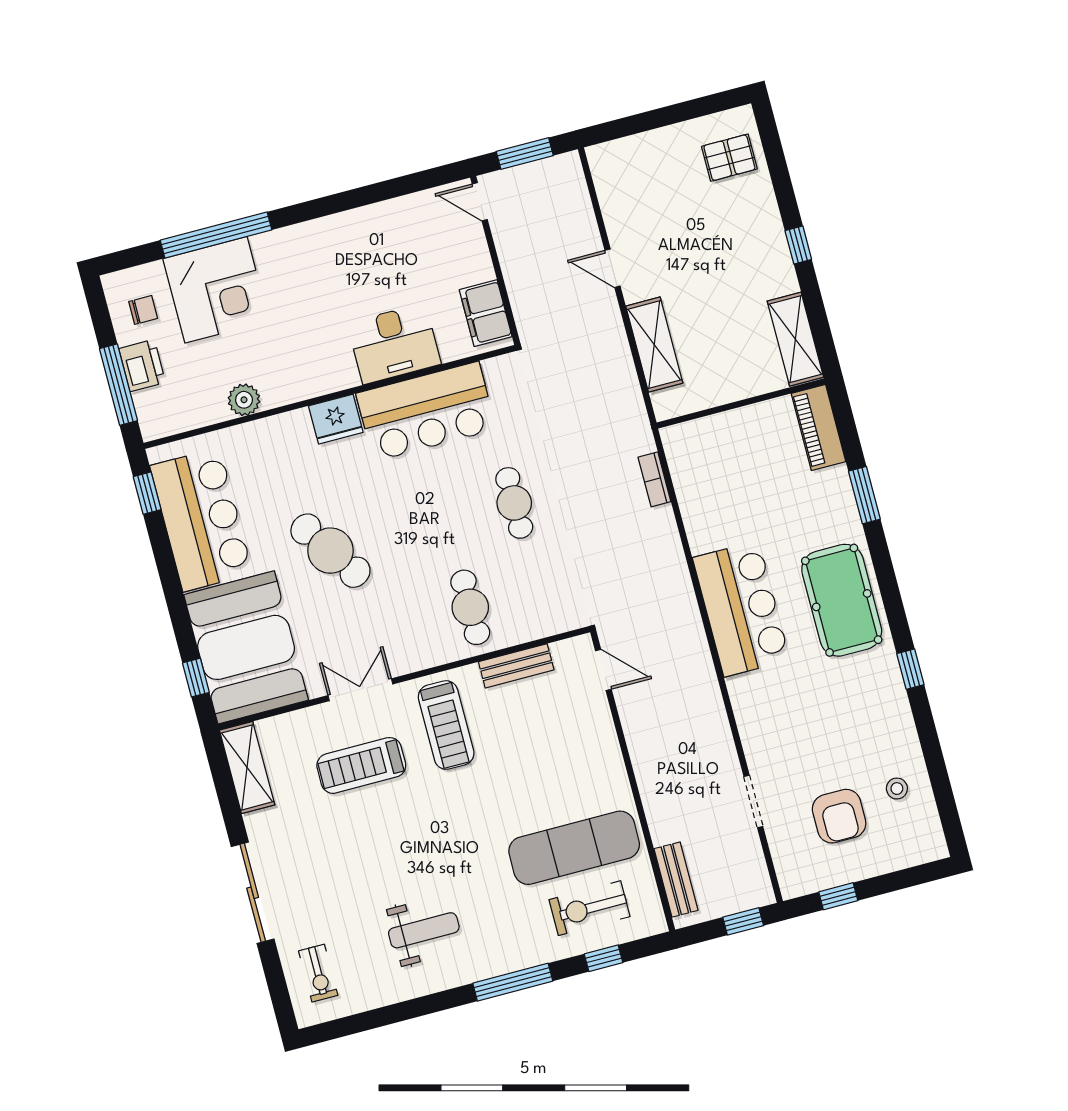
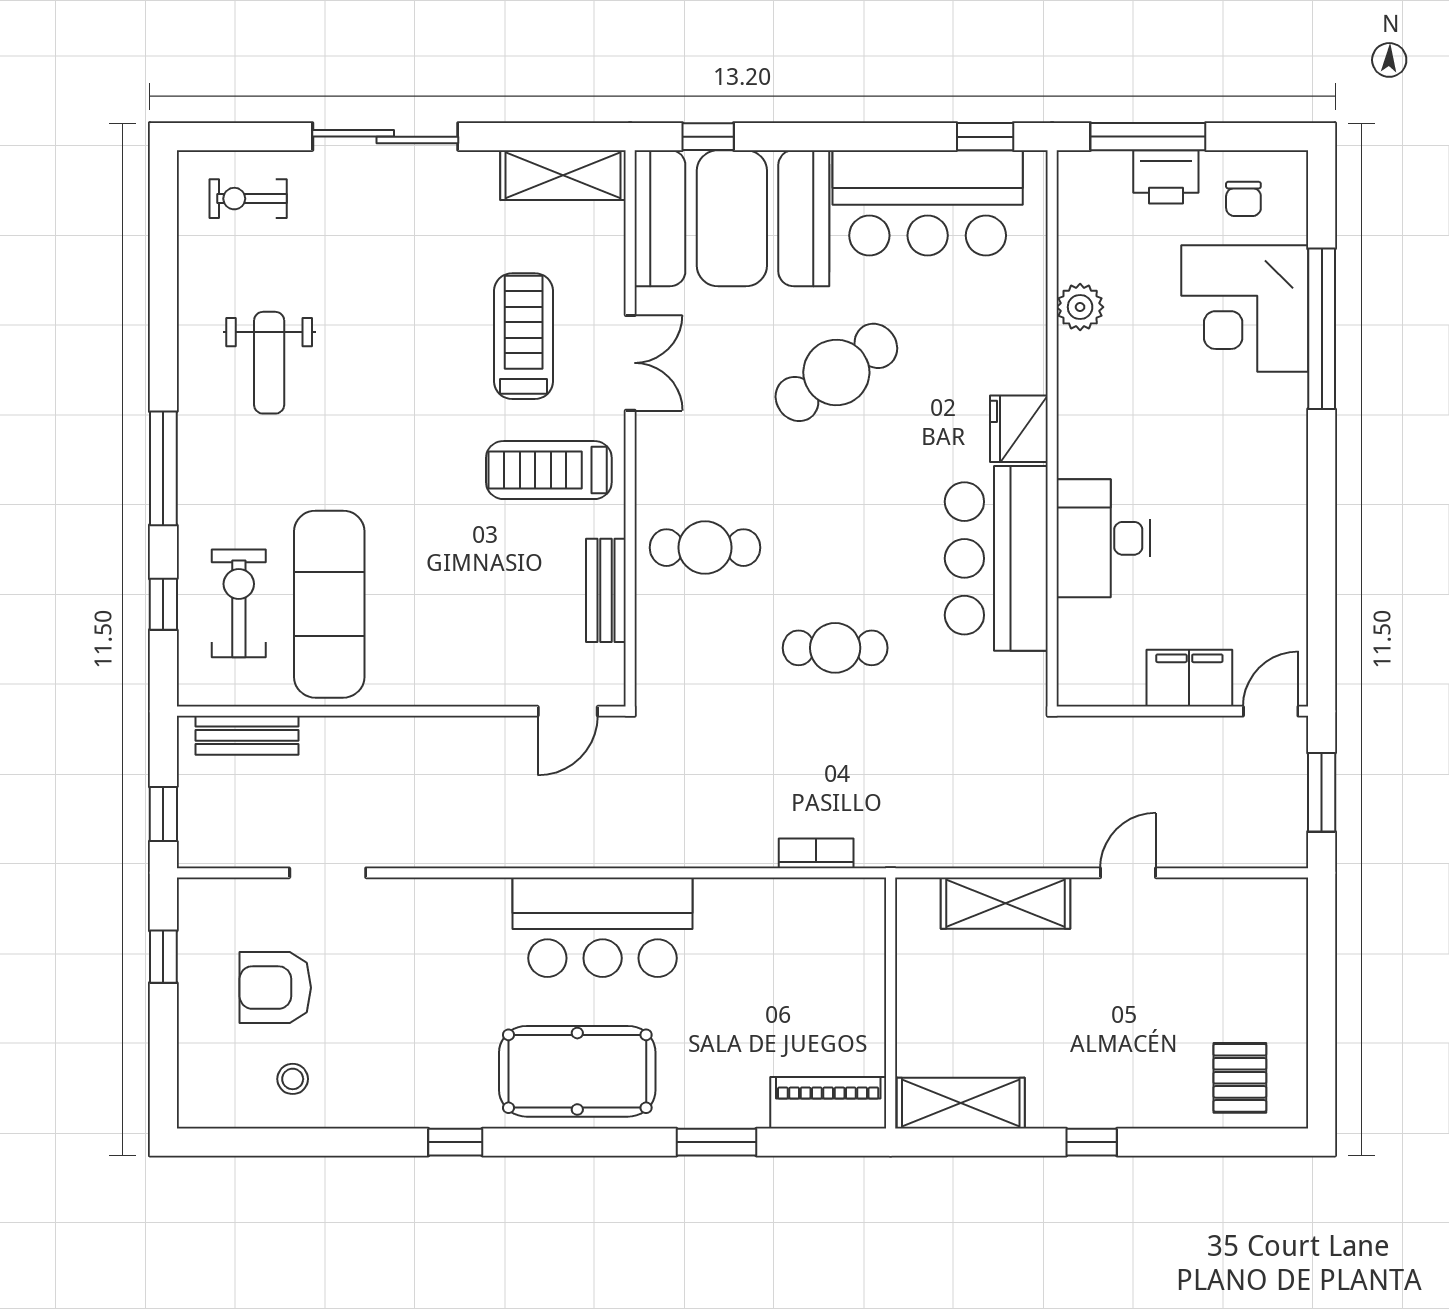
filing cabinet: (486, 313) -> (1189, 678), moved

